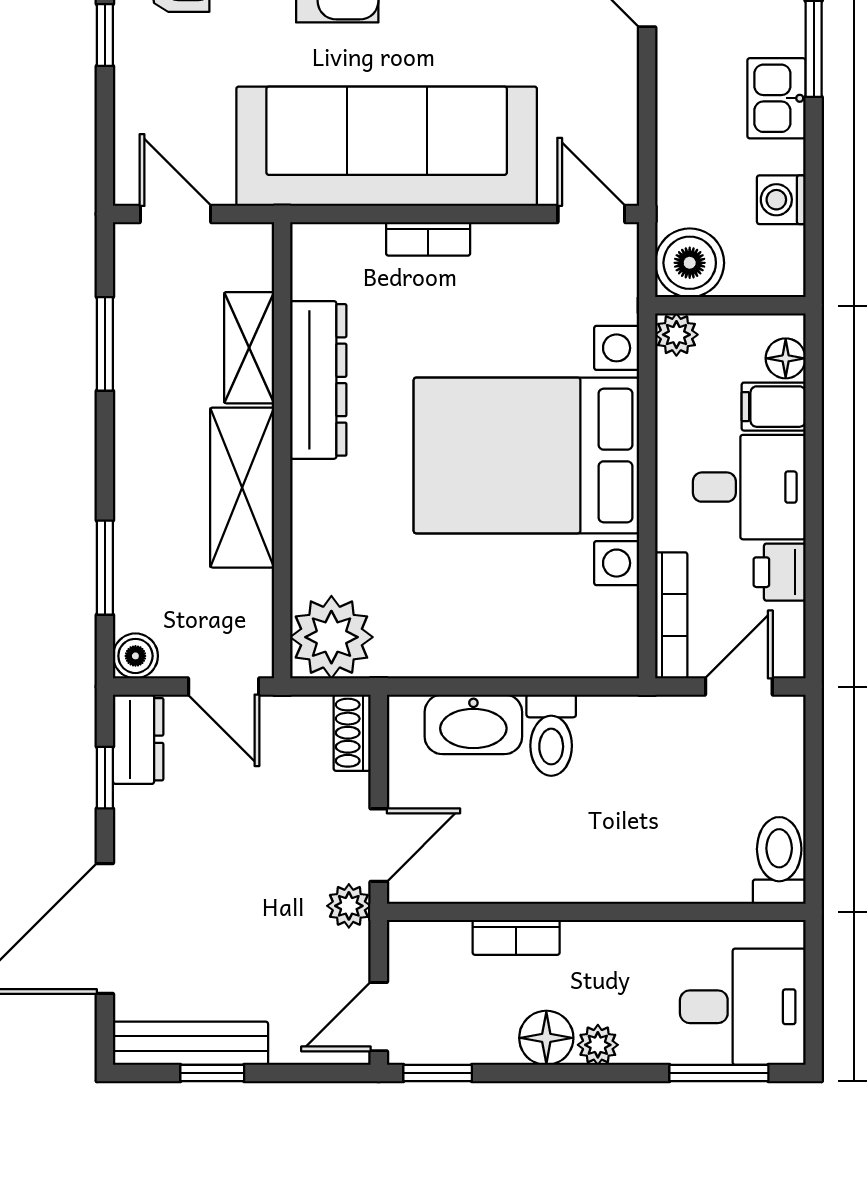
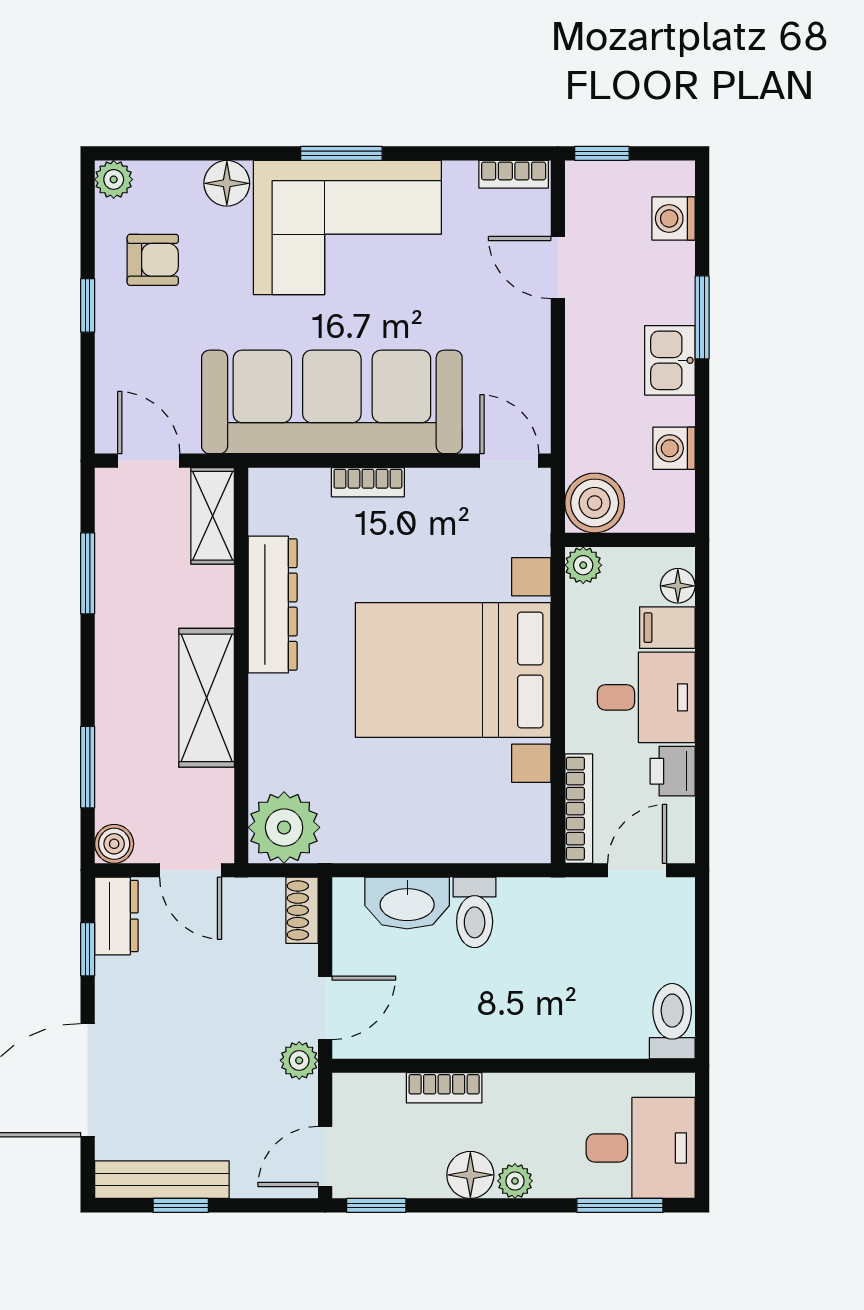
shelving: (249, 348) -> (213, 516), moved

